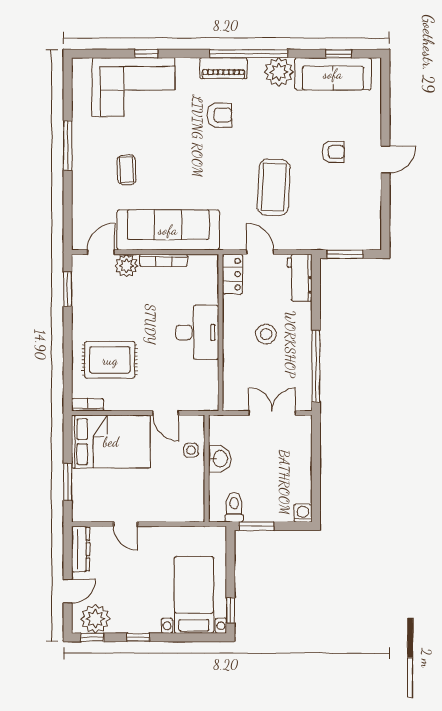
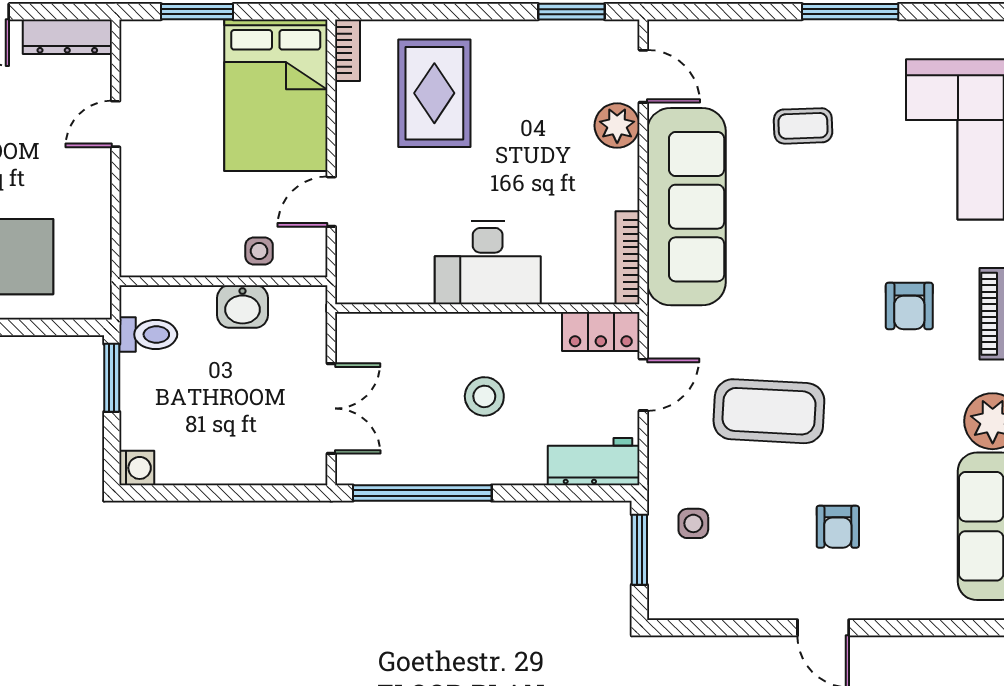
side table: (332, 226) -> (693, 523), added
bookcase: (163, 260) -> (627, 258), moved

